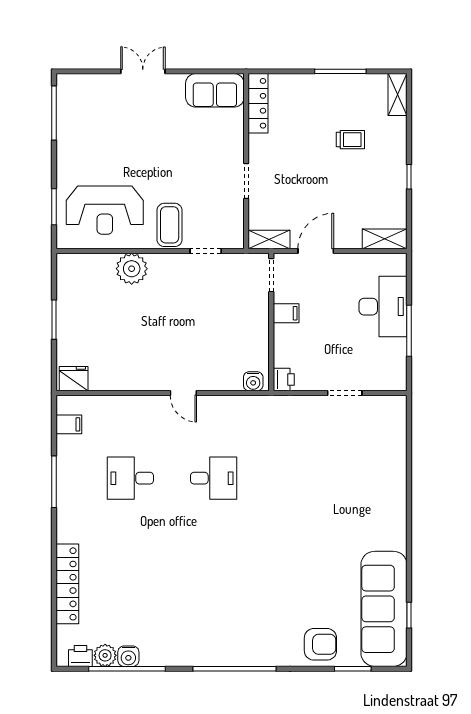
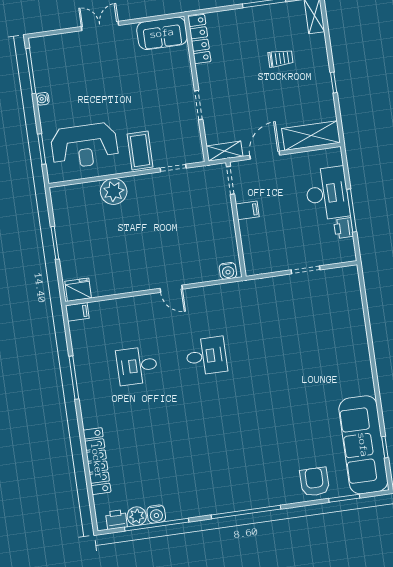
water cooler: (63, 148) -> (43, 99), added
shelving: (385, 239) -> (311, 136), width x1.50, depth x1.33
printer: (284, 379) -> (343, 228), moved, turned 180
filing cabinet: (69, 424) -> (77, 312), moved
armchair: (320, 644) -> (315, 482), turned -90

